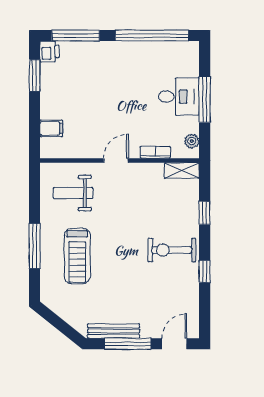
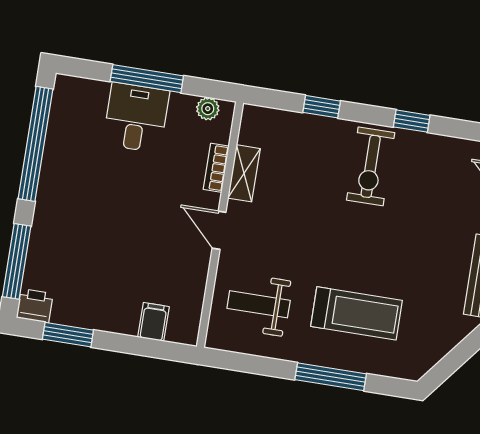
shelving: (182, 171) -> (244, 173), moved
weight bench: (73, 193) -> (259, 304), turned 90

